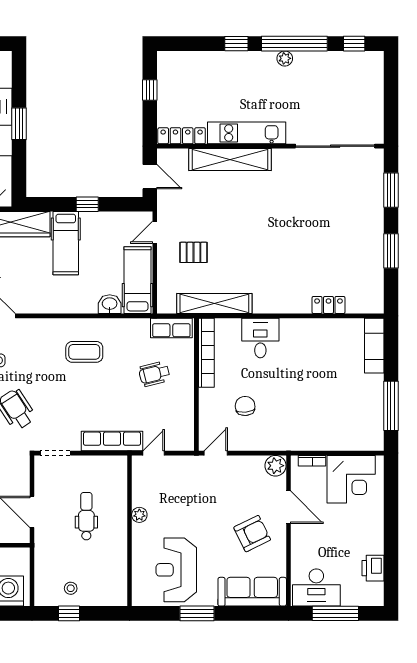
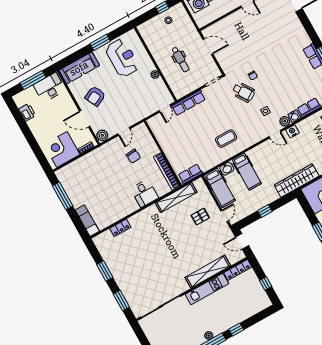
hospital bed: (66, 243) -> (247, 172), moved, turned 180
wheelchair: (154, 374) -> (186, 147), removed
door: (216, 453) -> (124, 131), moved

